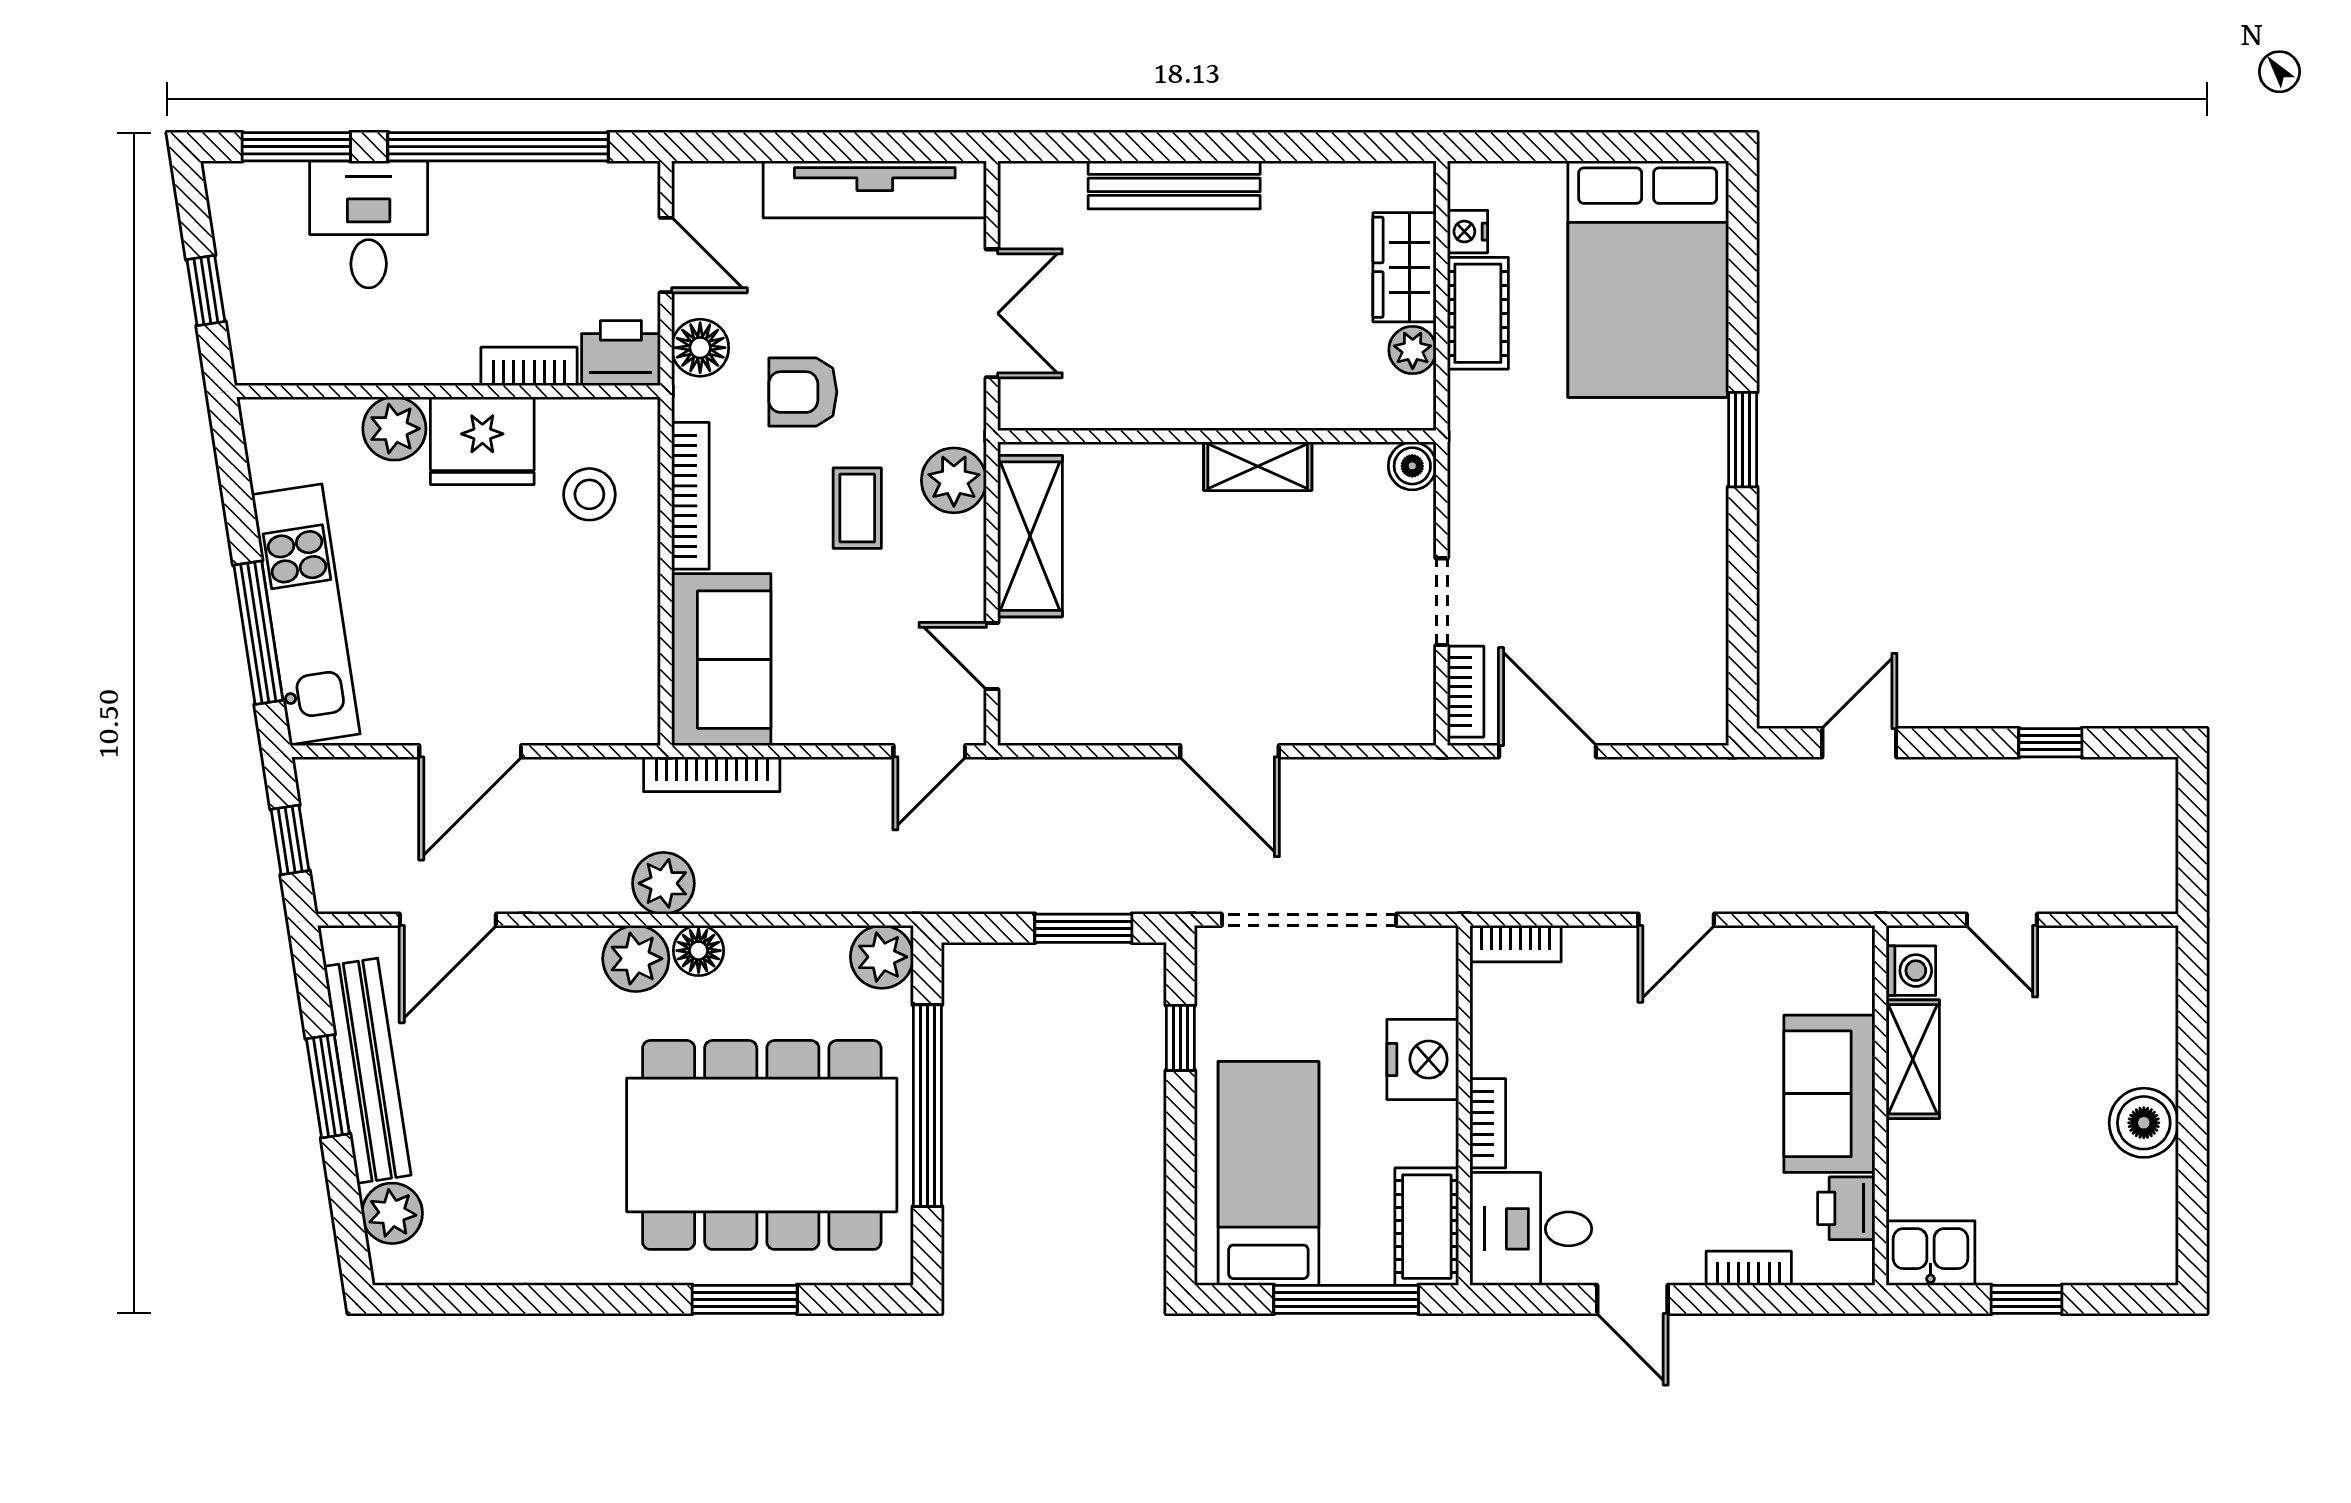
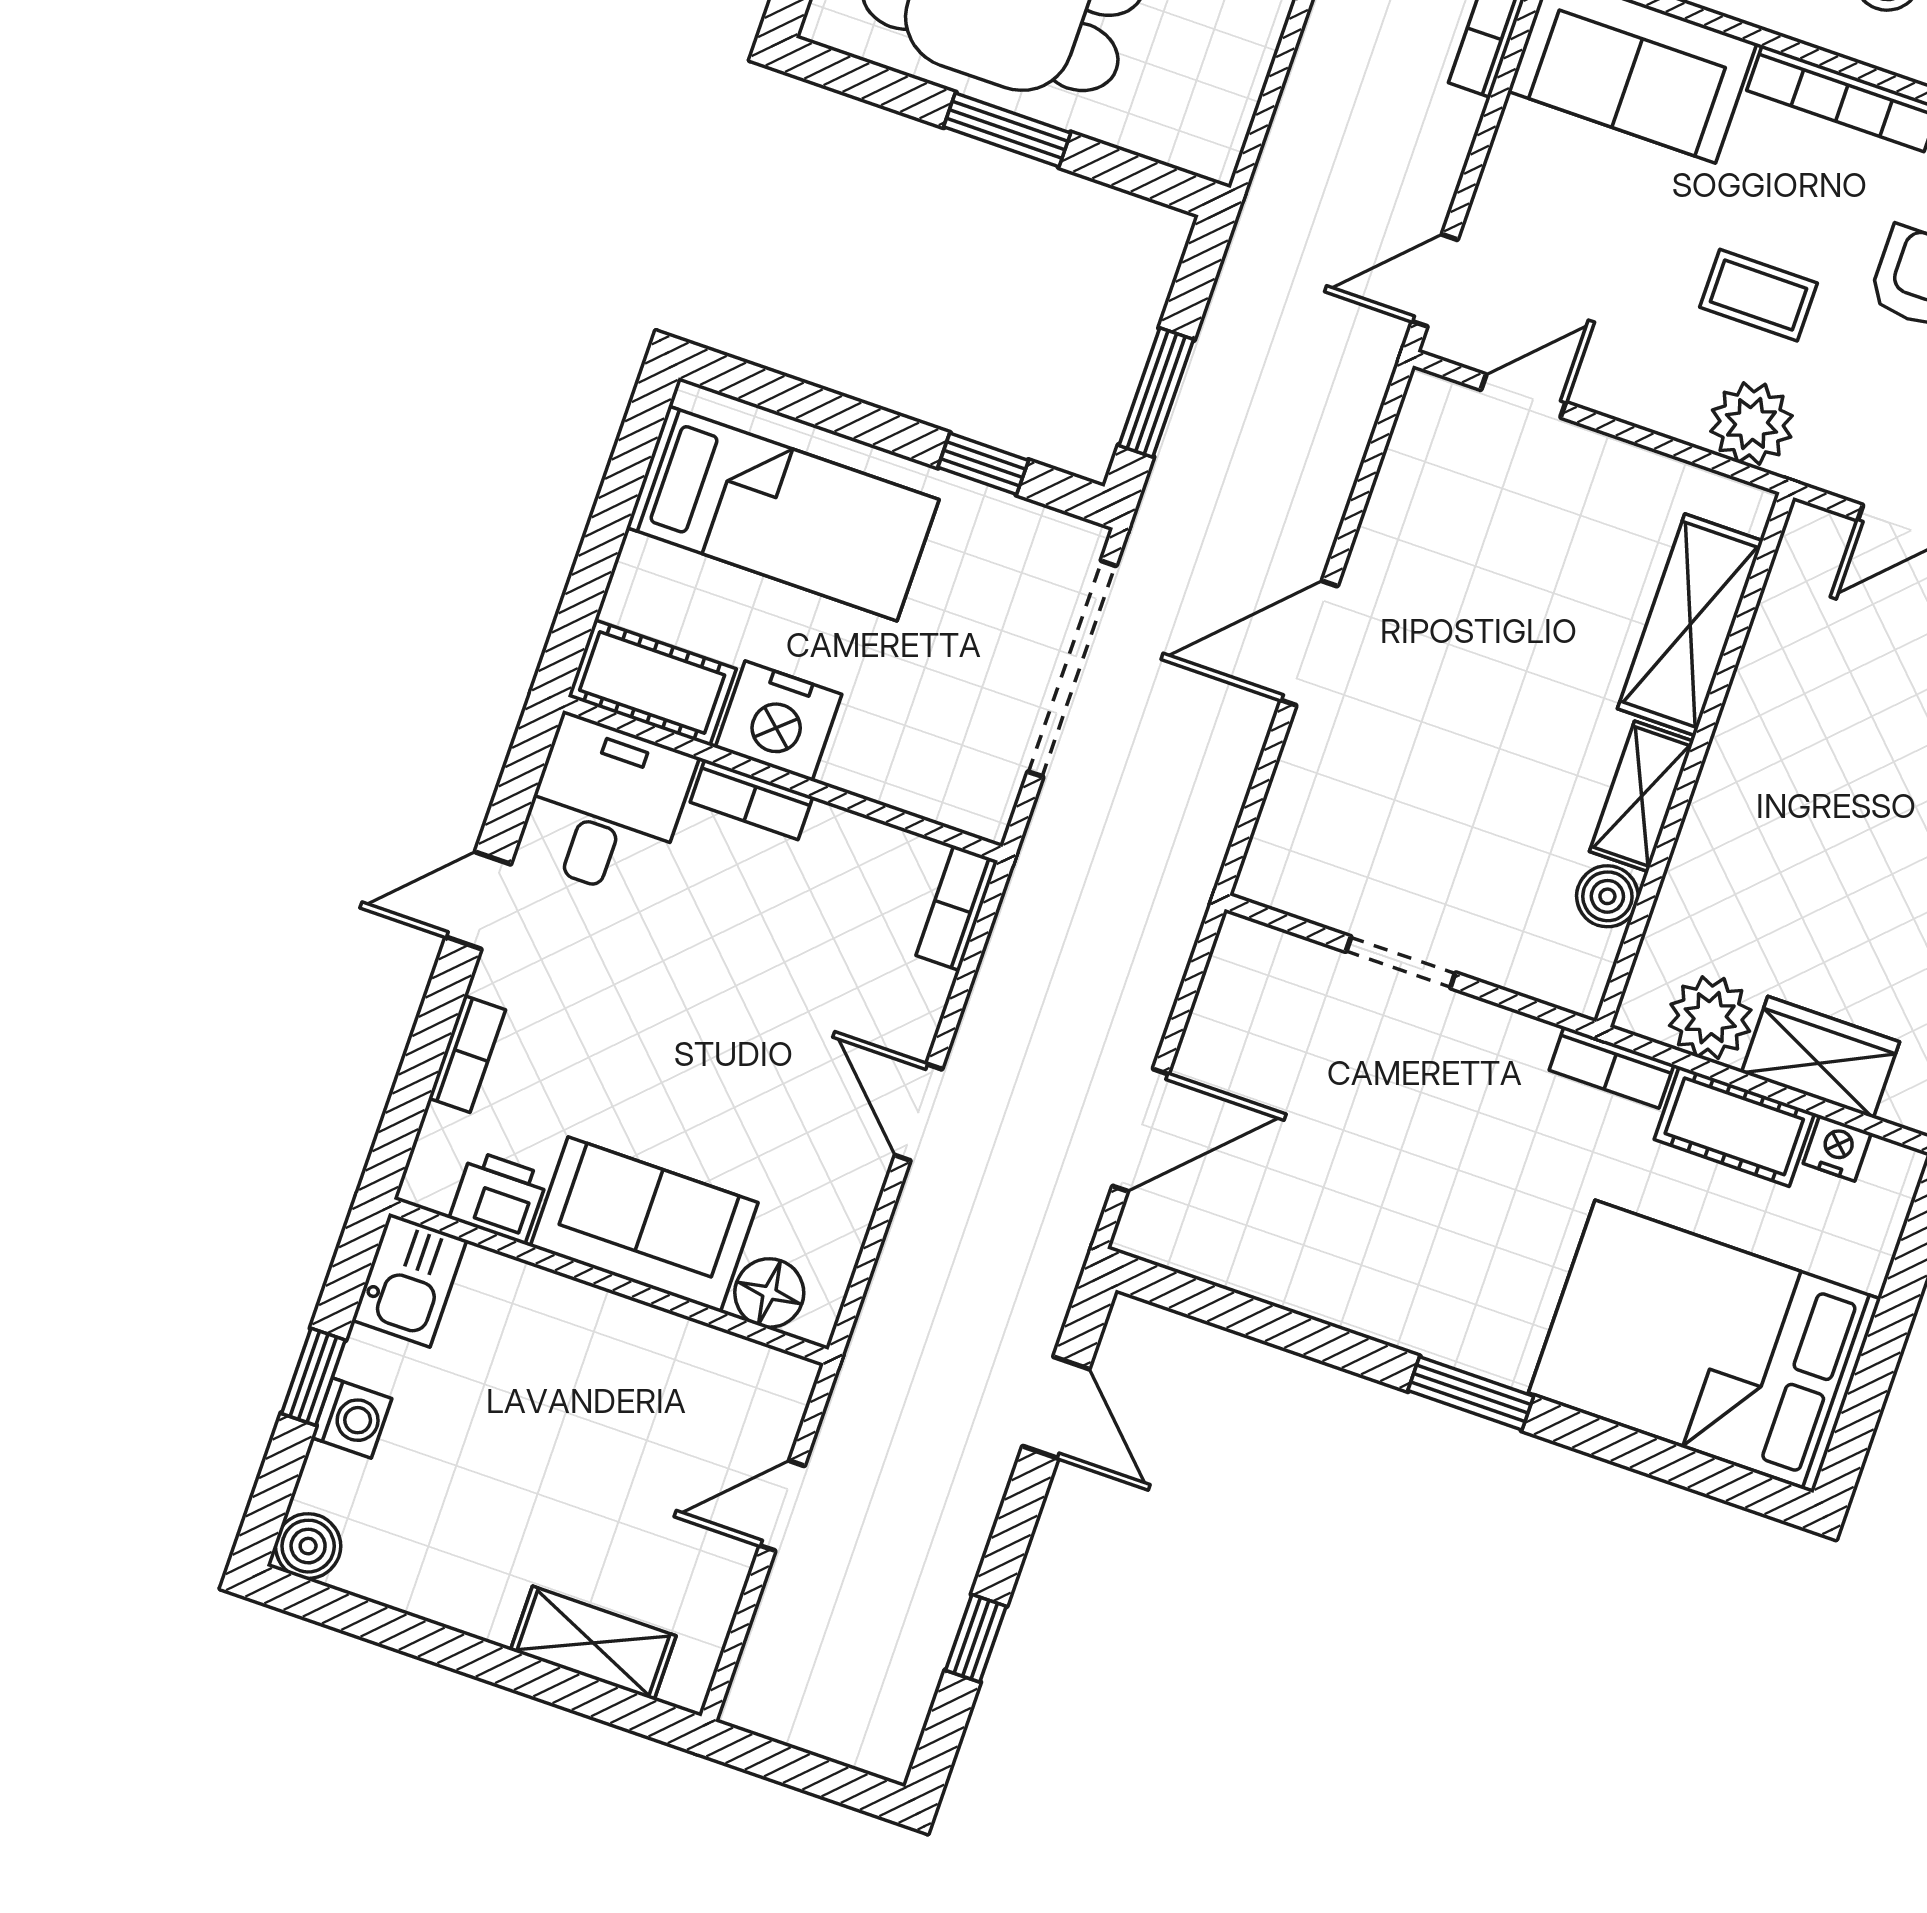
plant: (1413, 350) -> (1710, 1018), width x1.38, depth x1.38
boiler: (1412, 466) -> (1607, 896), moved
shelving: (1030, 536) -> (1690, 625), moved, turned 90
bookcase: (1466, 692) -> (1612, 1067), moved
door: (929, 751) -> (1435, 280), hinge flipped
door: (1548, 751) -> (1140, 1130), moved
plant: (882, 957) -> (1206, 137), removed
washing machine: (1911, 971) -> (352, 1418), moved, turned -90
floor lamp: (1848, 984) -> (769, 1293), added
shelving: (1913, 1059) -> (593, 1643), moved
nightstand: (1423, 1060) -> (779, 721), moved
window: (927, 1106) -> (1007, 130), width x0.47
boiler: (2144, 1123) -> (308, 1546), moved, width x0.73, depth x0.73
window: (1346, 1299) -> (598, 555), removed

